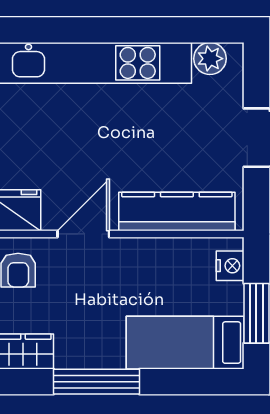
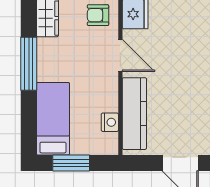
nightstand: (230, 266) -> (110, 122), moved, turned -90

